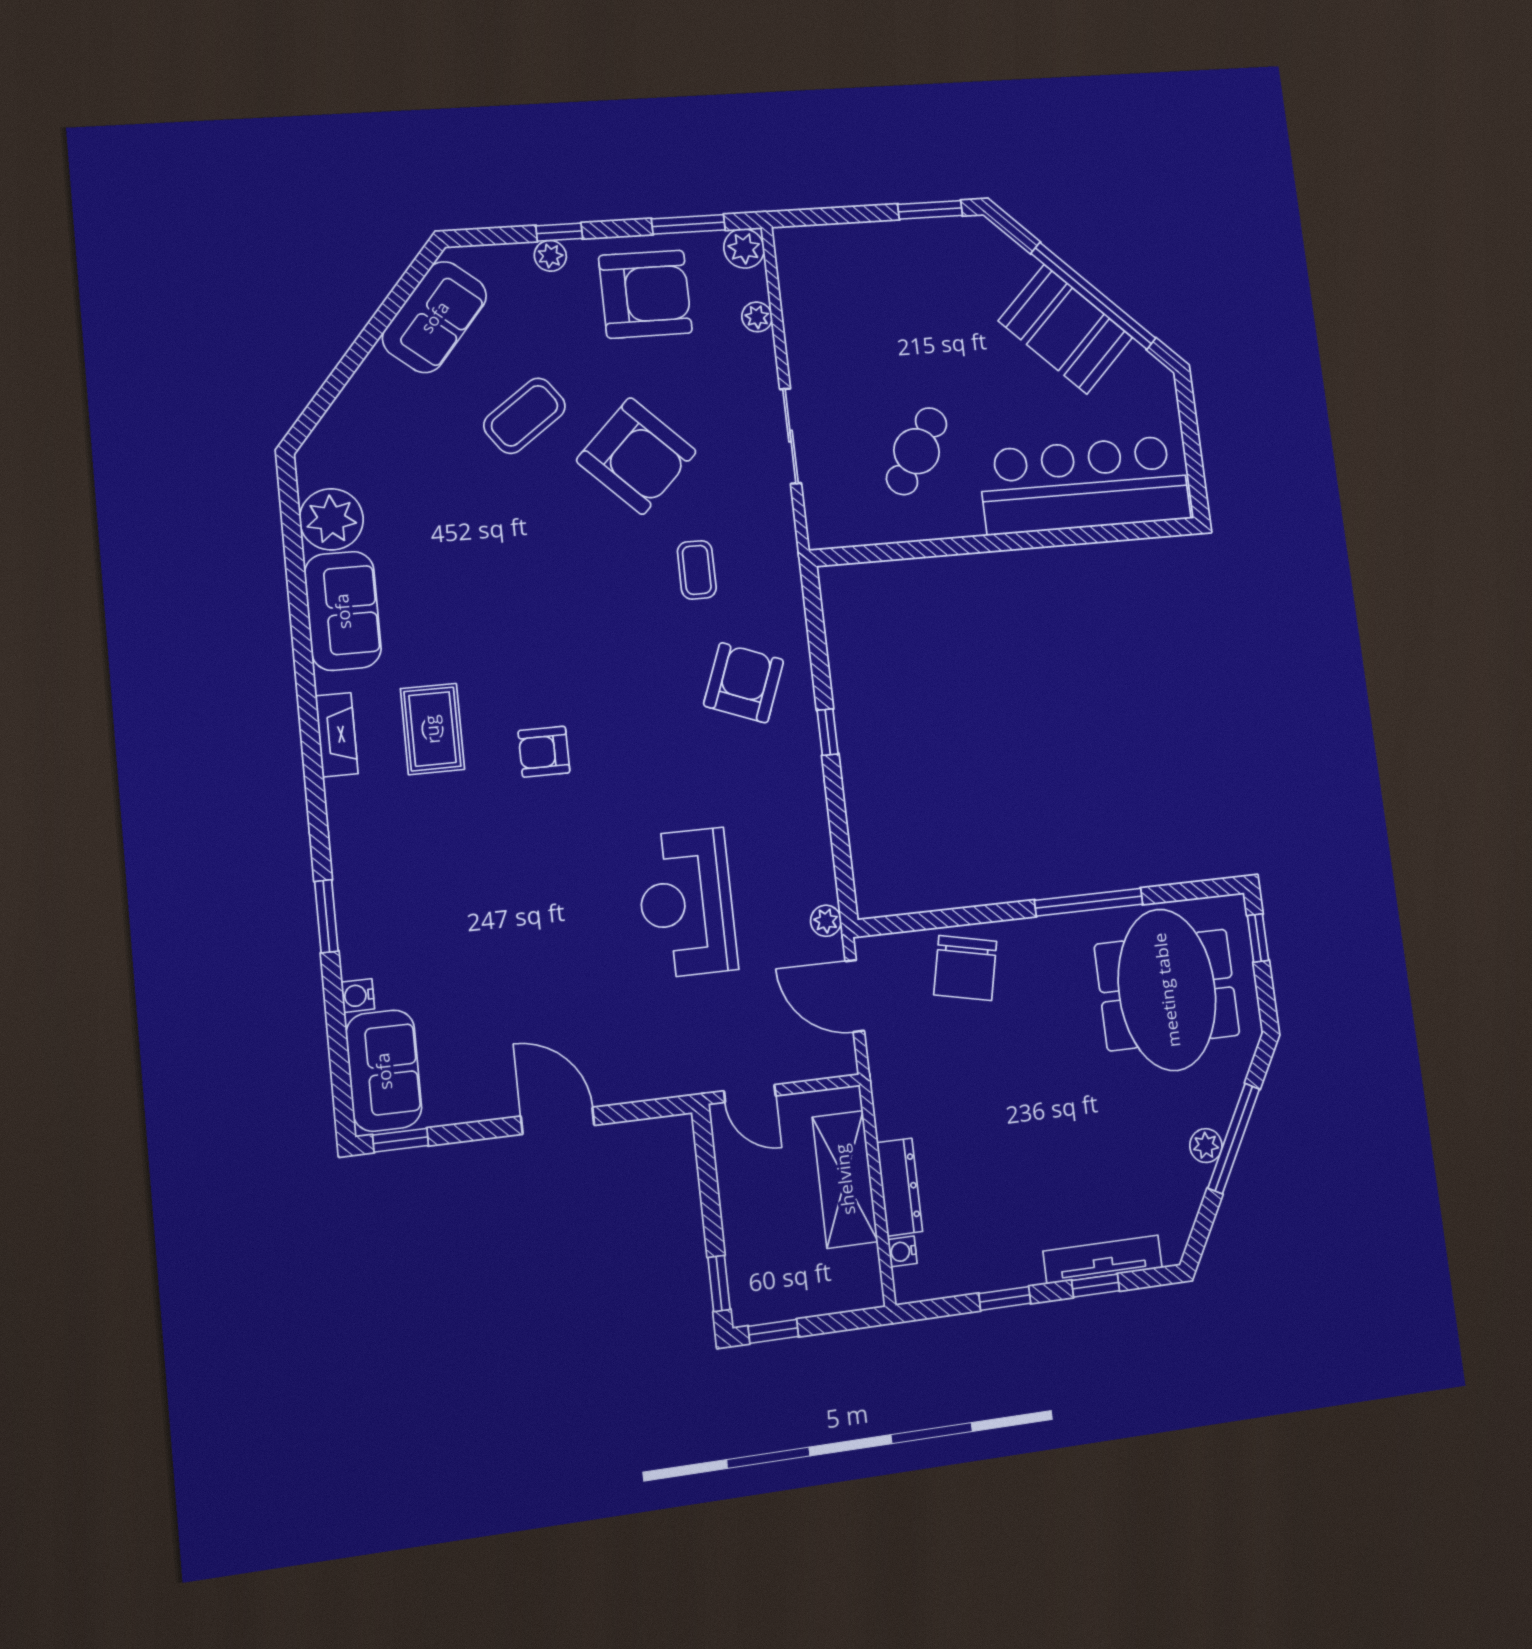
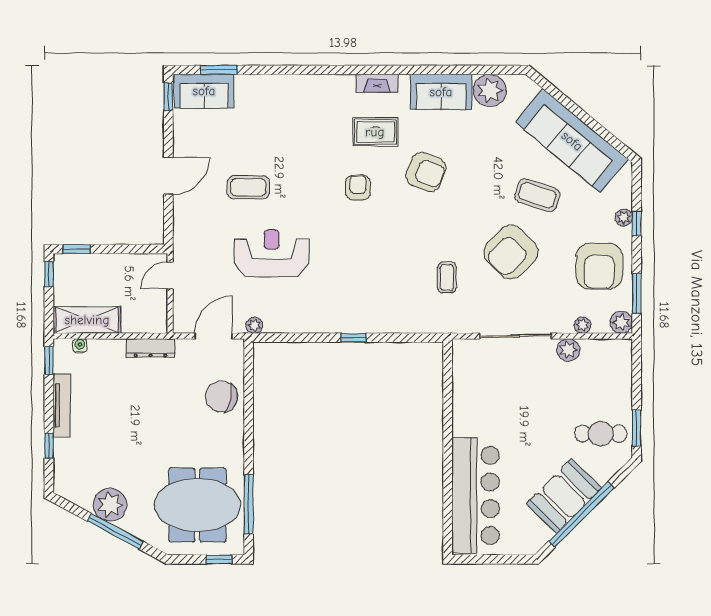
sofa: (435, 317) -> (572, 141), width x1.85, depth x1.27
plant: (805, 339) -> (568, 350), added
coffee table: (525, 416) -> (537, 195), turned -36
sliding door: (790, 436) -> (515, 336), width x1.37
cafe table: (917, 451) -> (601, 434), moved, turned -33
coffee table: (697, 570) -> (447, 278), turned 90
armchair: (744, 683) -> (426, 172), moved
window: (1089, 902) -> (249, 504), moved
window: (326, 916) -> (219, 70), moved
coffee table: (565, 962) -> (248, 187), added
water cooler: (358, 996) -> (243, 82), removed
plant: (1206, 1146) -> (110, 505), width x1.88, depth x1.88
shelving: (845, 1179) -> (87, 320), moved
dresser: (900, 1187) -> (150, 348), moved
tv unit: (1103, 1259) -> (62, 406), moved
window: (1005, 1298) -> (49, 360), moved

